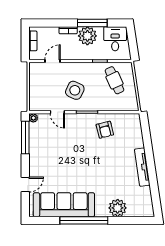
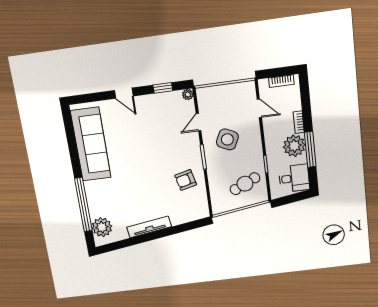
window: (25, 138) -> (163, 88), width x0.46
door: (25, 185) -> (124, 93), moved
plant: (118, 208) -> (102, 227), moved
window: (84, 220) -> (83, 205), moved

